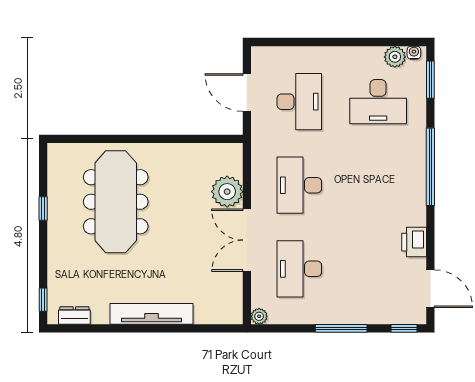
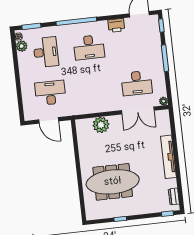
door: (247, 93) -> (49, 120), hinge flipped
desk: (299, 185) -> (89, 47), moved
double door: (247, 240) -> (138, 110), moved

